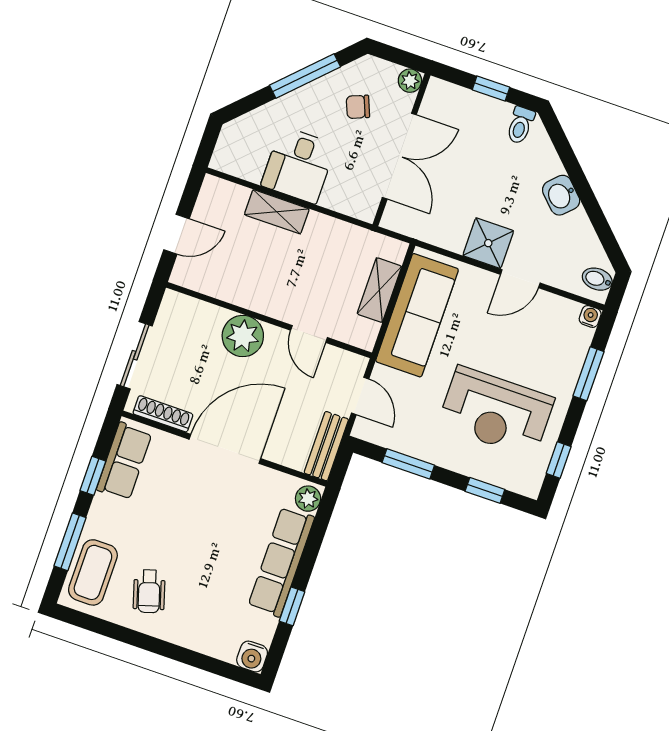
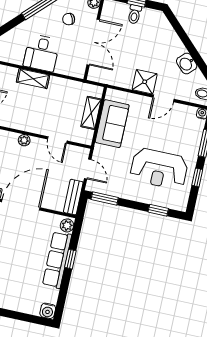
toilet: (520, 125) -> (135, 14), moved
washbasin: (561, 195) -> (187, 64), moved
sofa: (417, 315) -> (112, 124), width x0.73
plant: (243, 336) -> (24, 140), width x0.53, depth x0.53
window: (559, 460) -> (197, 177), moved
window: (408, 464) -> (105, 199), moved
window: (292, 606) -> (70, 259), moved

